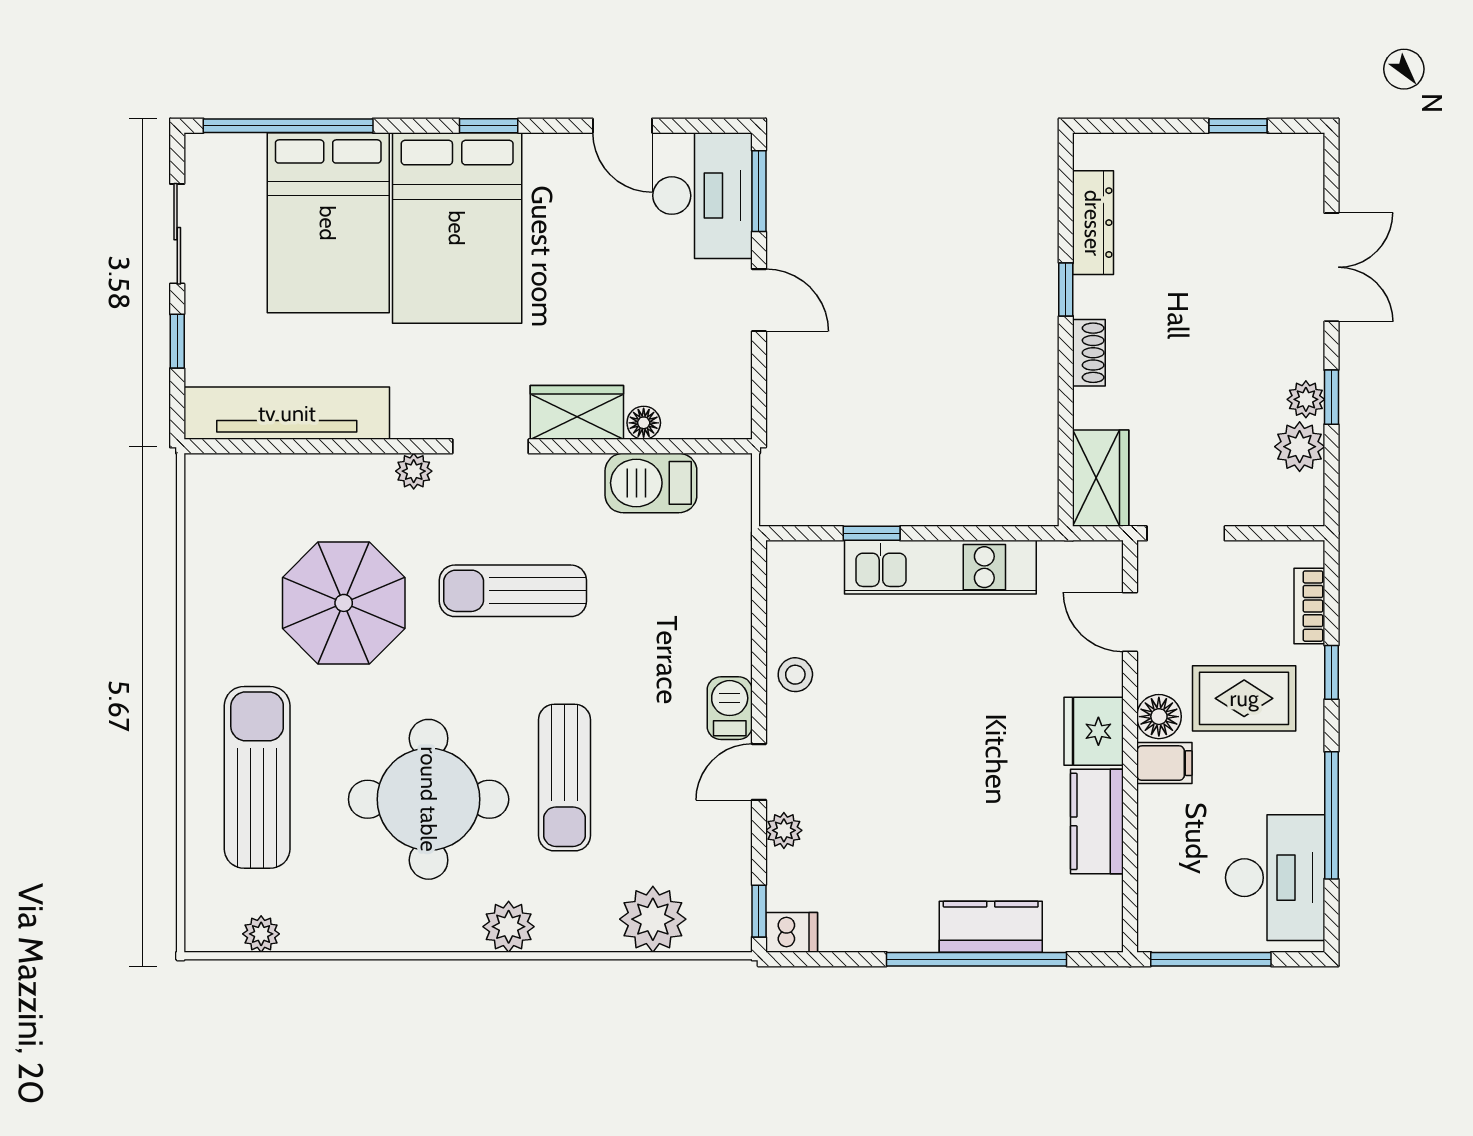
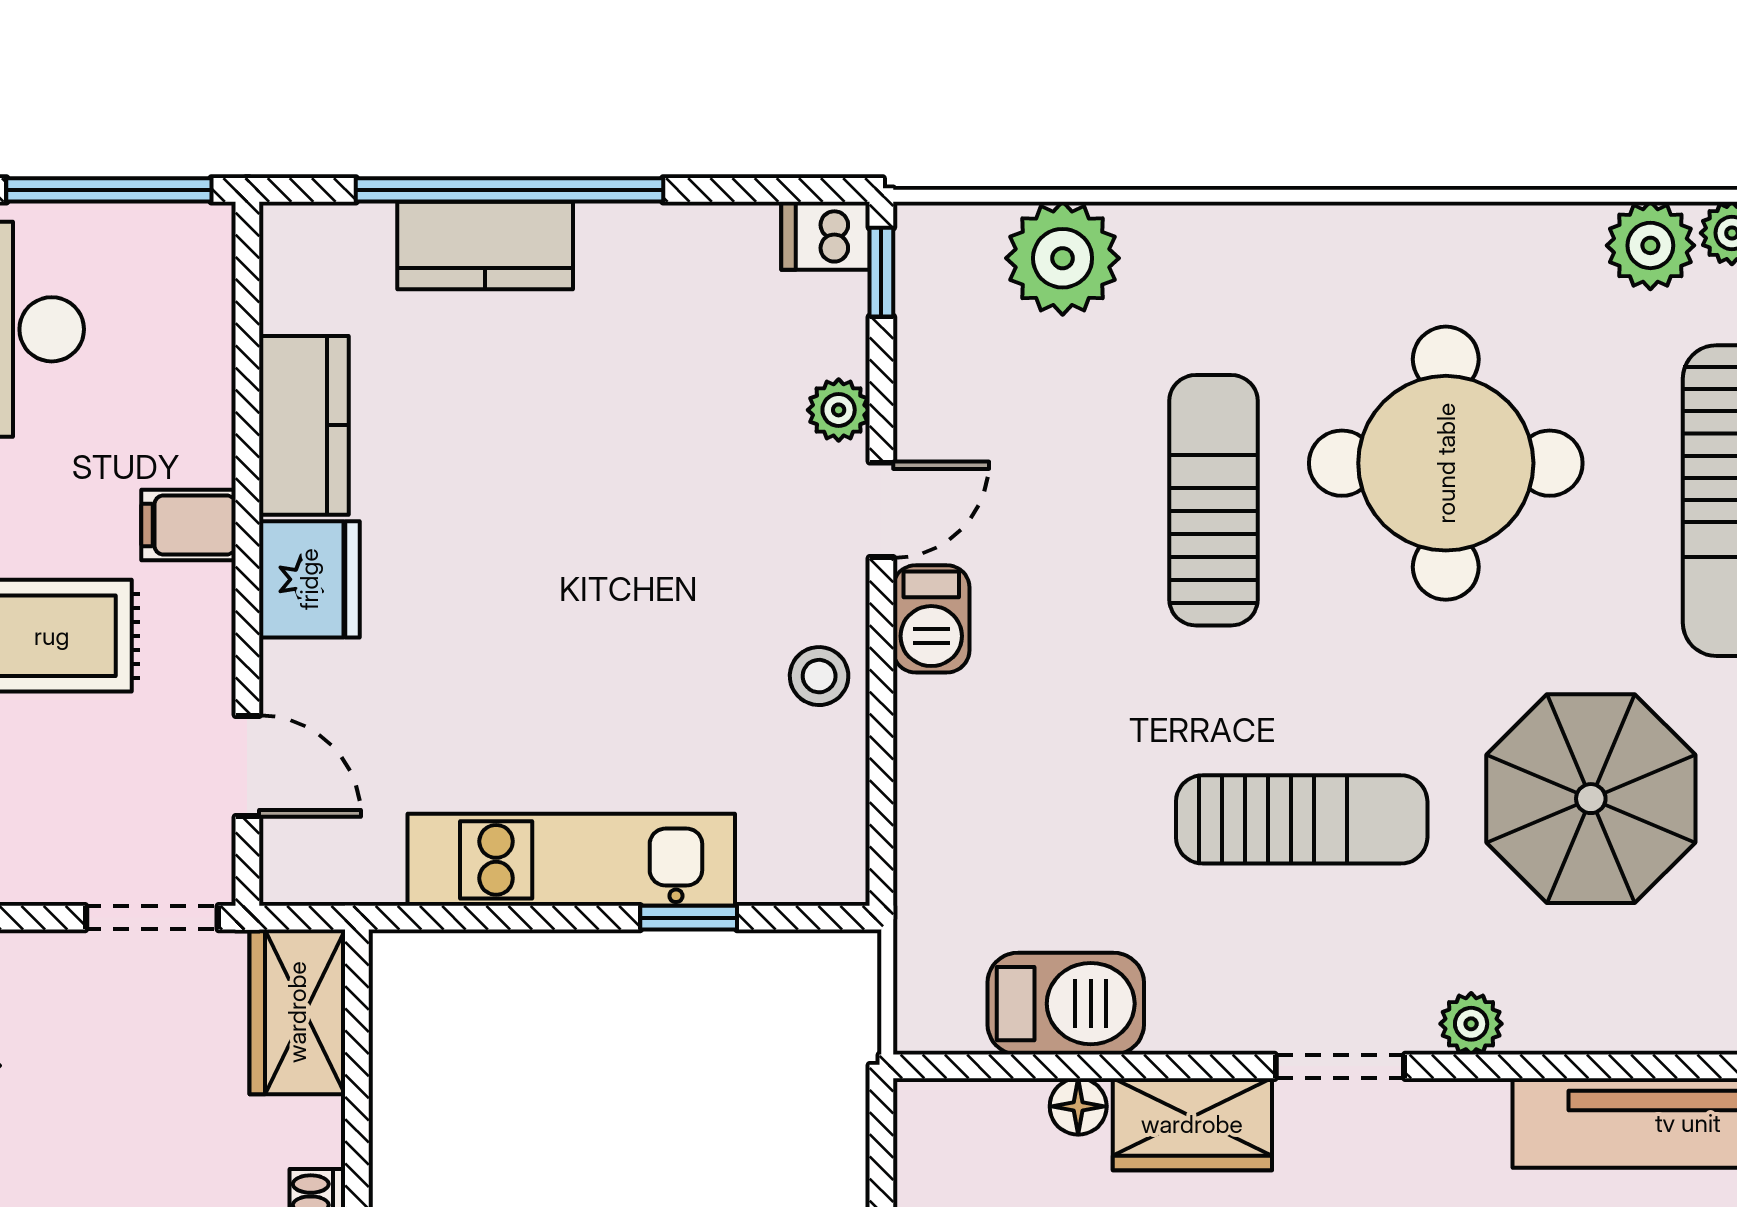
floor lamp: (1159, 717) -> (198, 604), removed
plant: (509, 927) -> (1650, 245), moved

